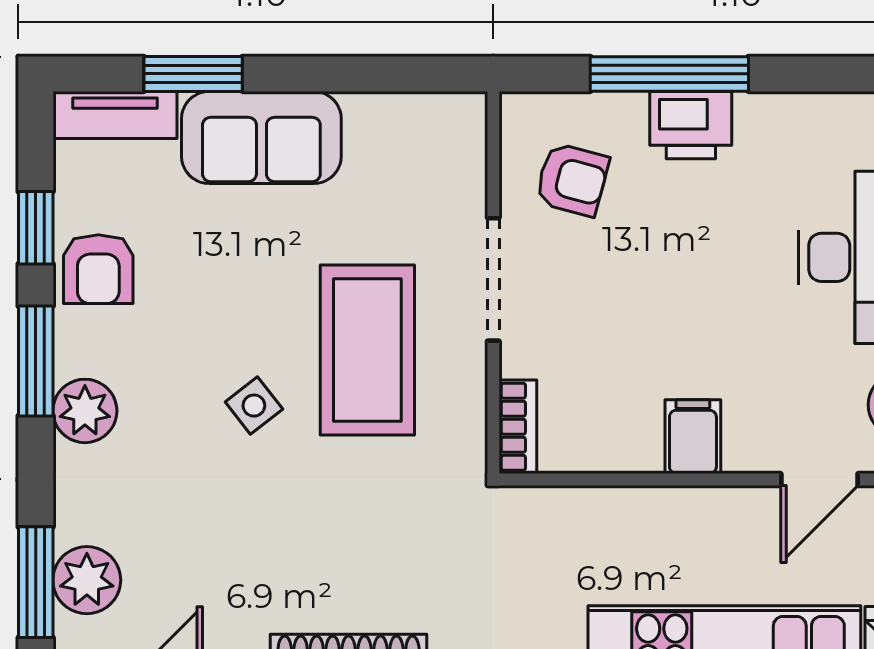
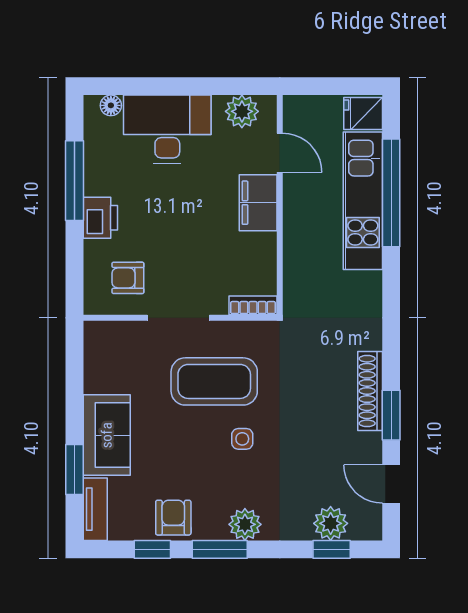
window: (669, 74) -> (74, 181), moved
armchair: (572, 180) -> (128, 278), turned -105
armchair: (98, 269) -> (173, 518), turned -90
side table: (254, 406) -> (242, 439), turned 38
filing cabinet: (693, 437) -> (258, 203), width x2.00
window: (36, 582) -> (332, 549), width x0.67

